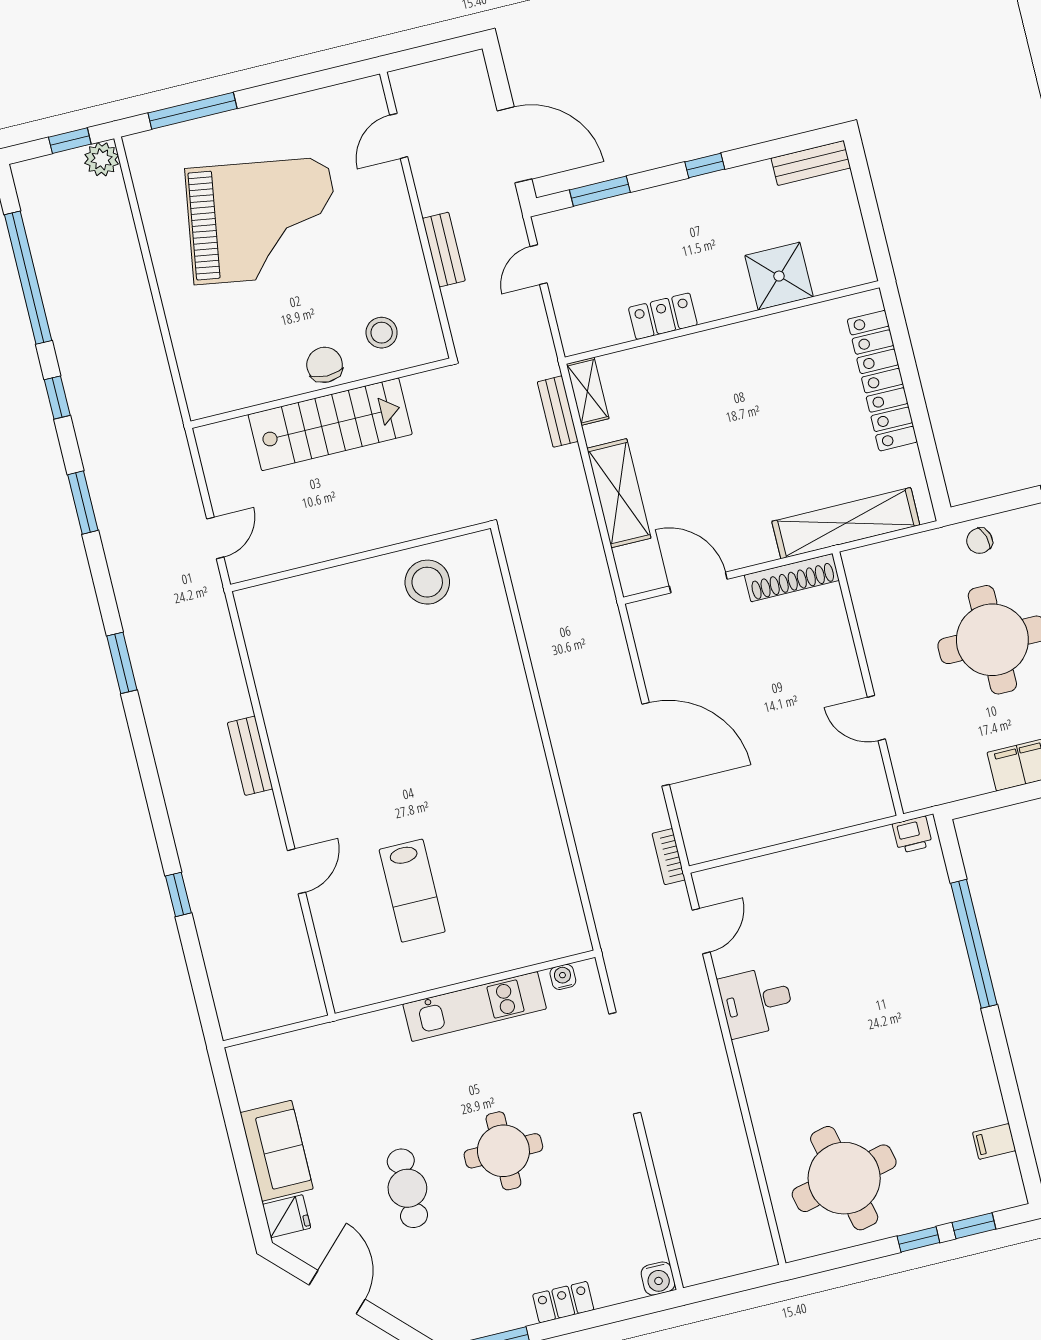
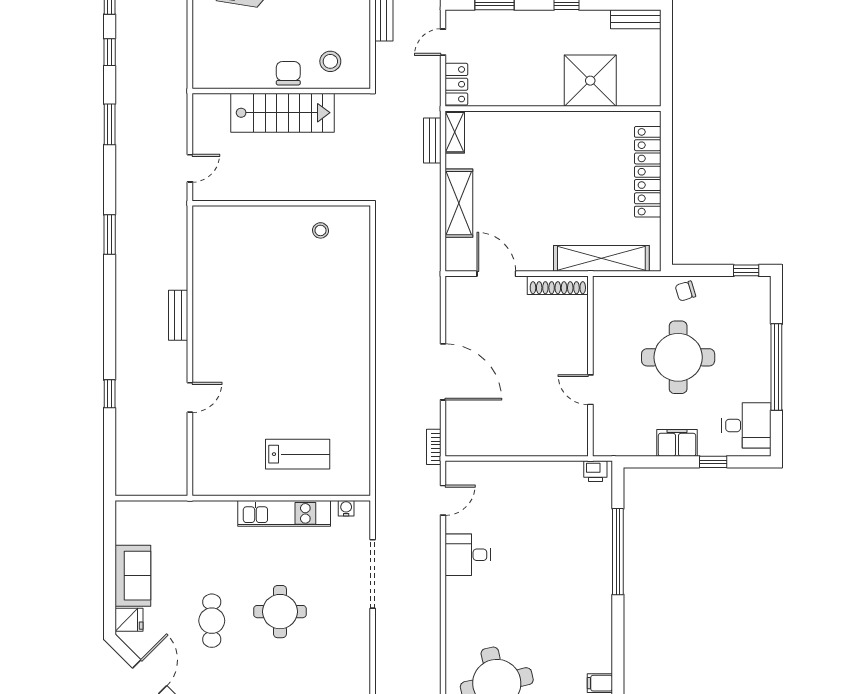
shower: (779, 276) -> (590, 81), width x1.37, depth x1.37
locker: (663, 316) -> (456, 84), moved, turned 90
stool: (427, 582) -> (320, 230), width x0.53, depth x0.53
lab bench: (412, 891) -> (298, 454), moved, turned -90

